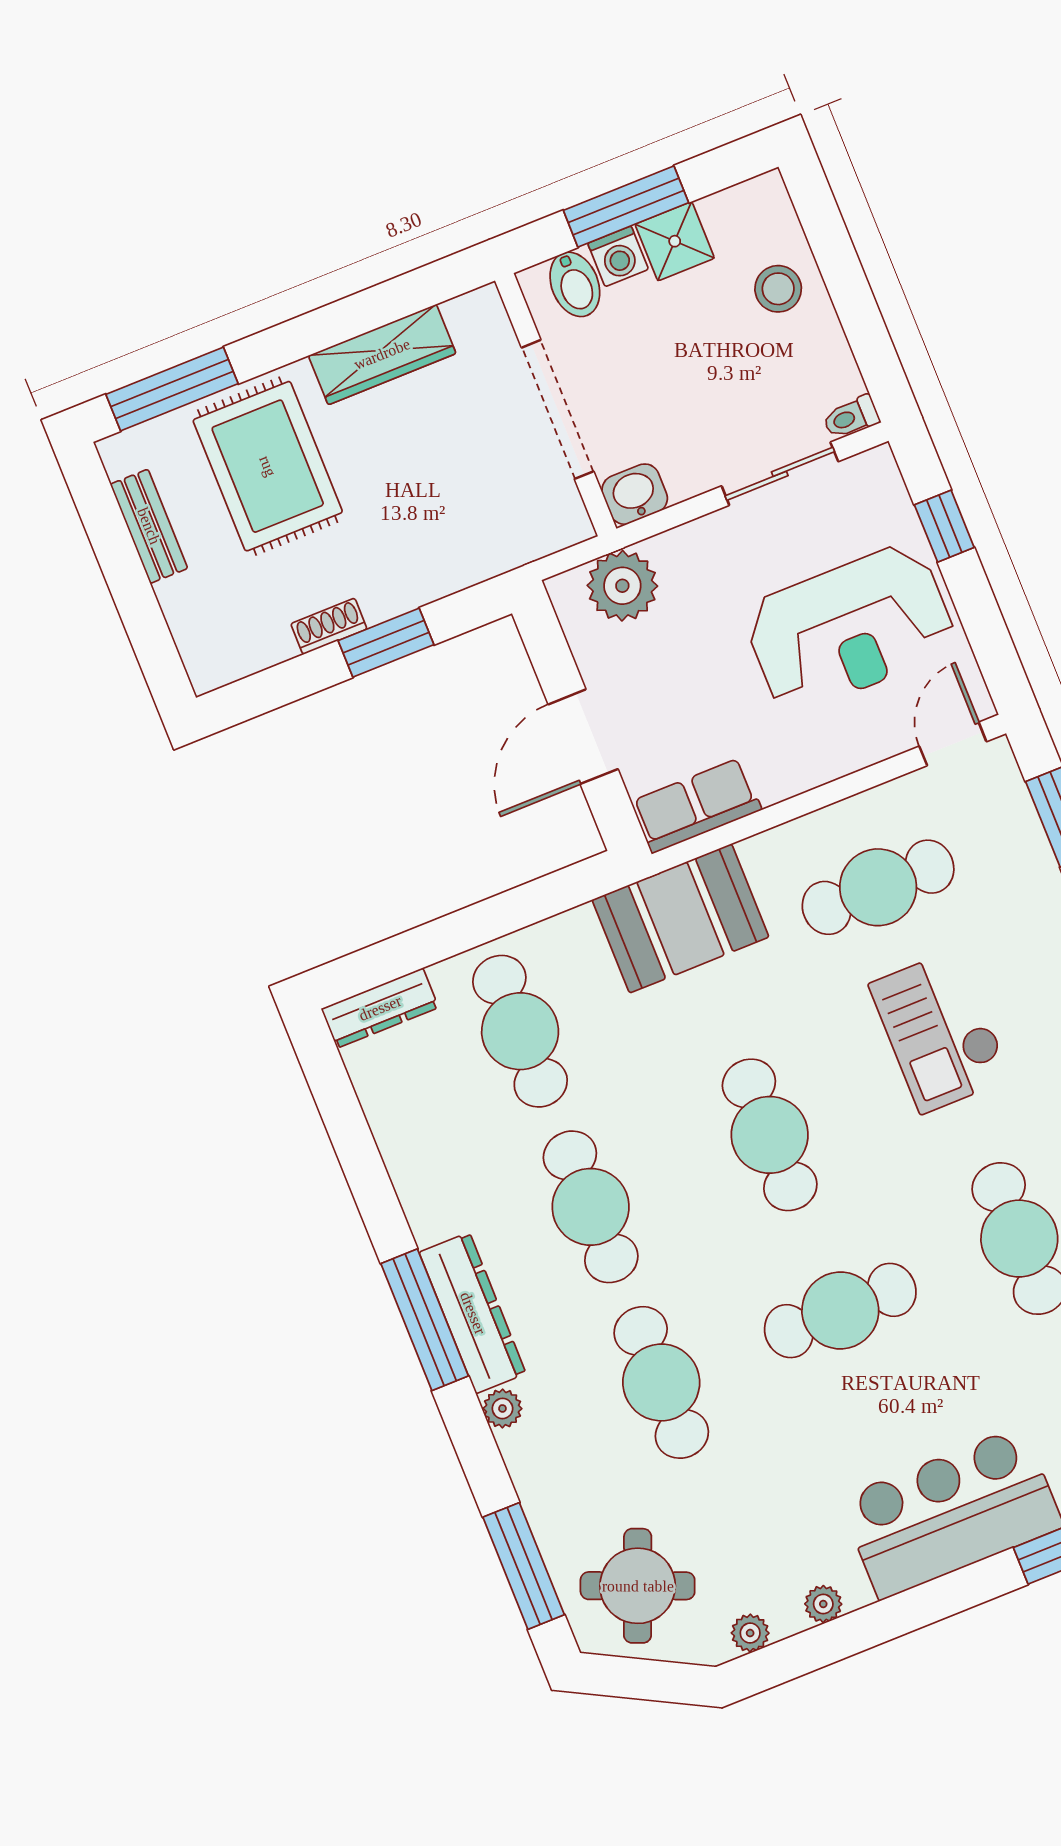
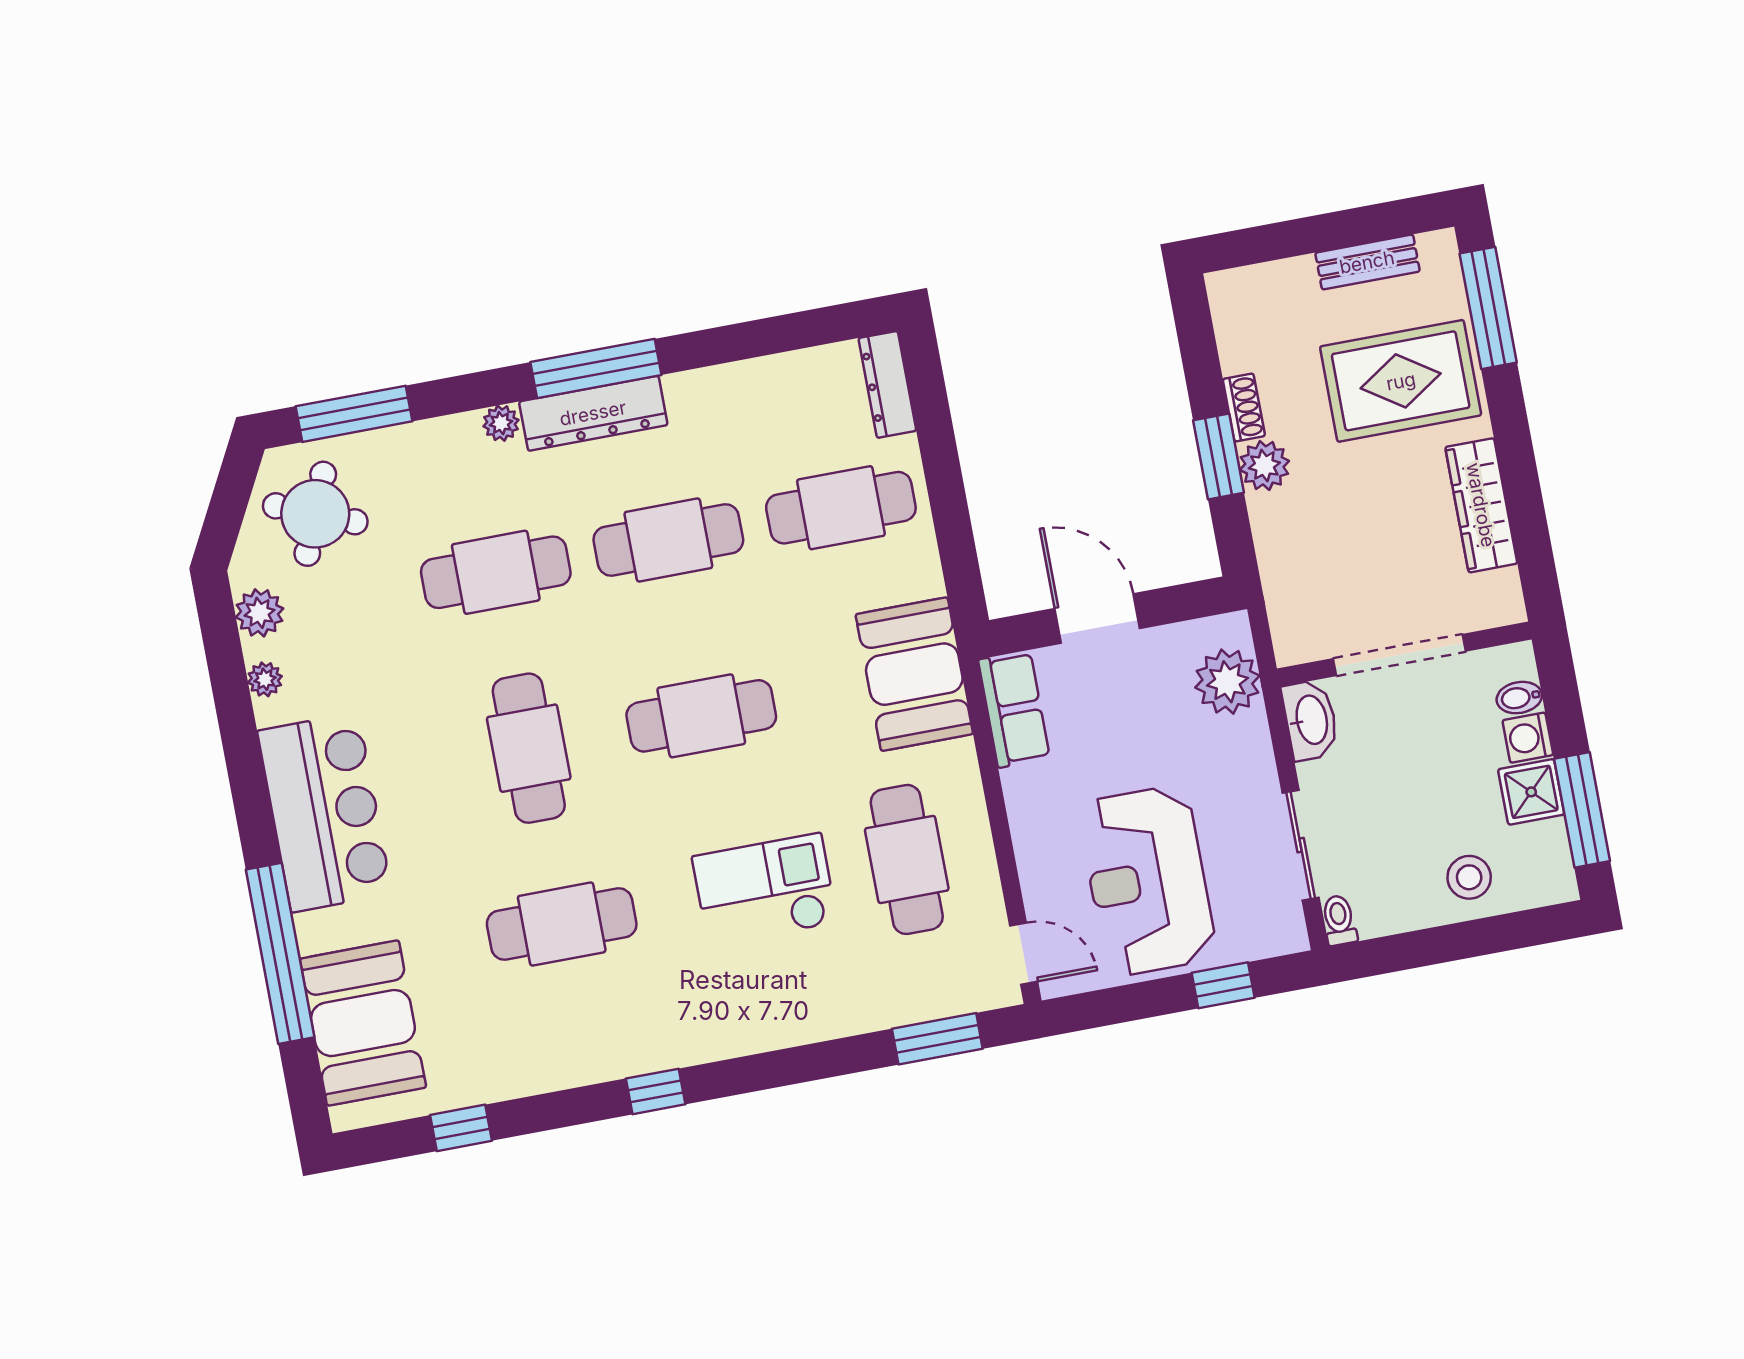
window: (626, 206) -> (1582, 810), moved
bidet: (575, 284) -> (1519, 698), width x0.72, depth x0.74
washbasin: (635, 494) -> (1310, 720), width x1.38
plant: (386, 592) -> (1264, 465), added
plant: (750, 1633) -> (260, 613), width x1.38, depth x1.38

